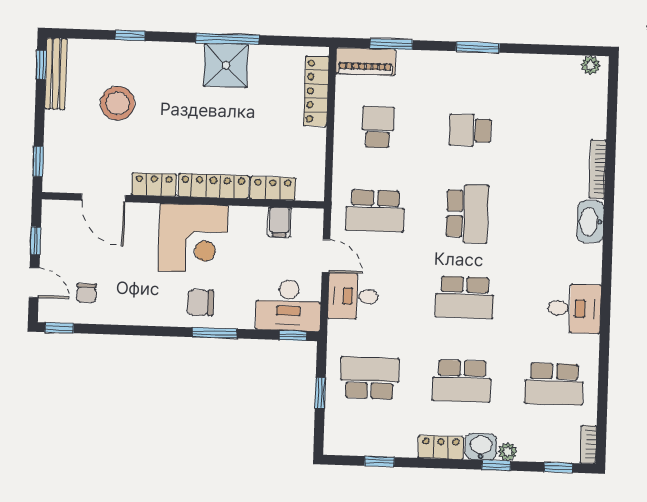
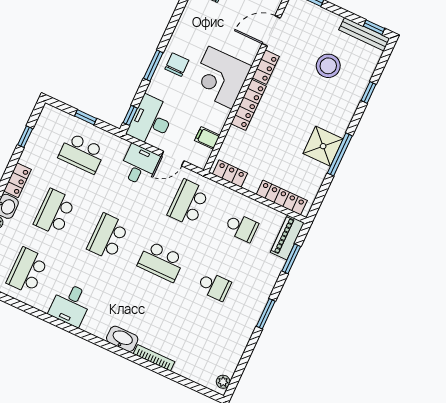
school desk: (470, 130) -> (214, 286), turned 90
locker: (273, 188) -> (230, 174), moved, turned -90
school desk: (370, 378) -> (82, 153), turned 90

